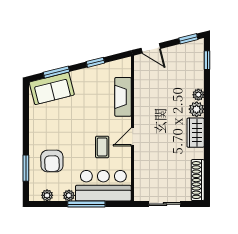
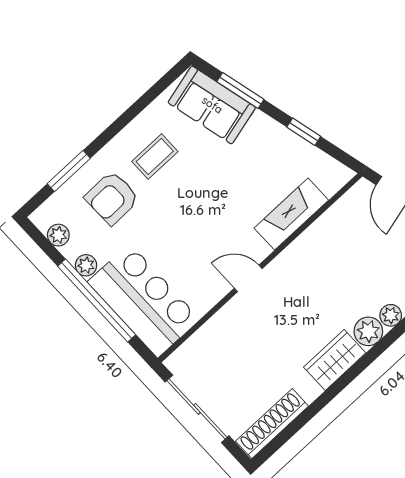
coffee table: (102, 147) -> (155, 156), moved
window: (86, 204) -> (97, 301), width x1.46
sliding door: (165, 204) -> (197, 409), width x1.37

